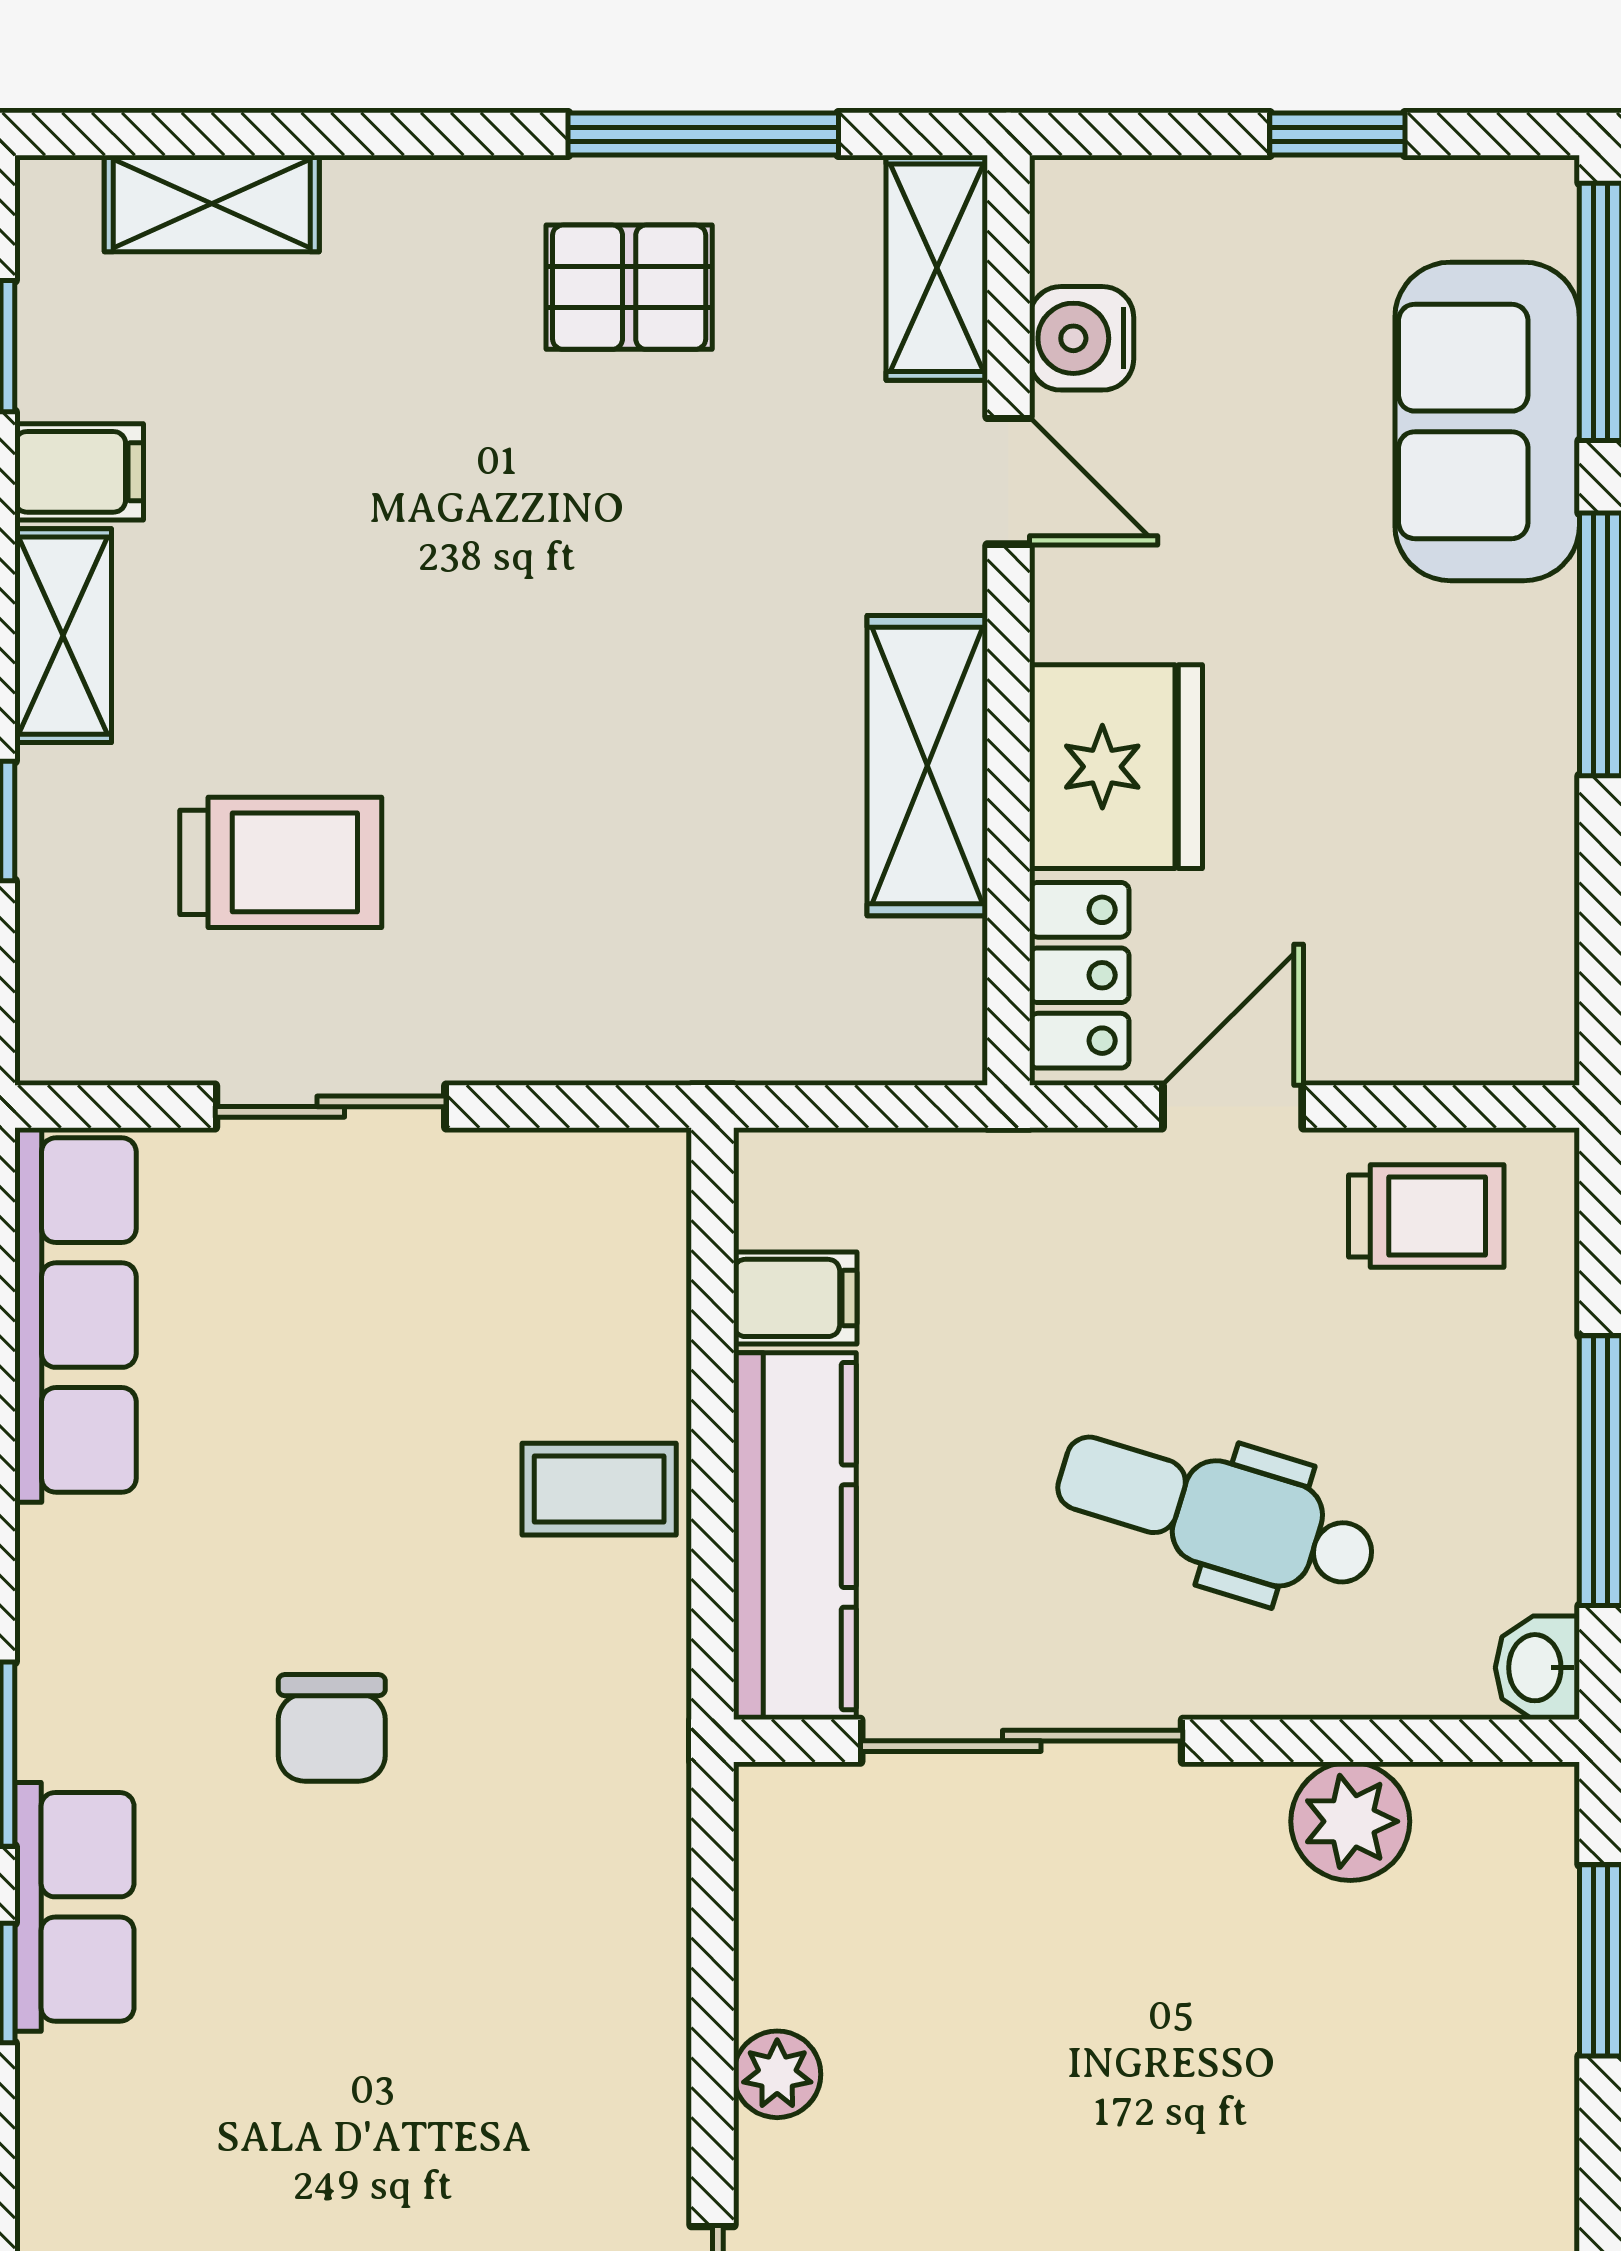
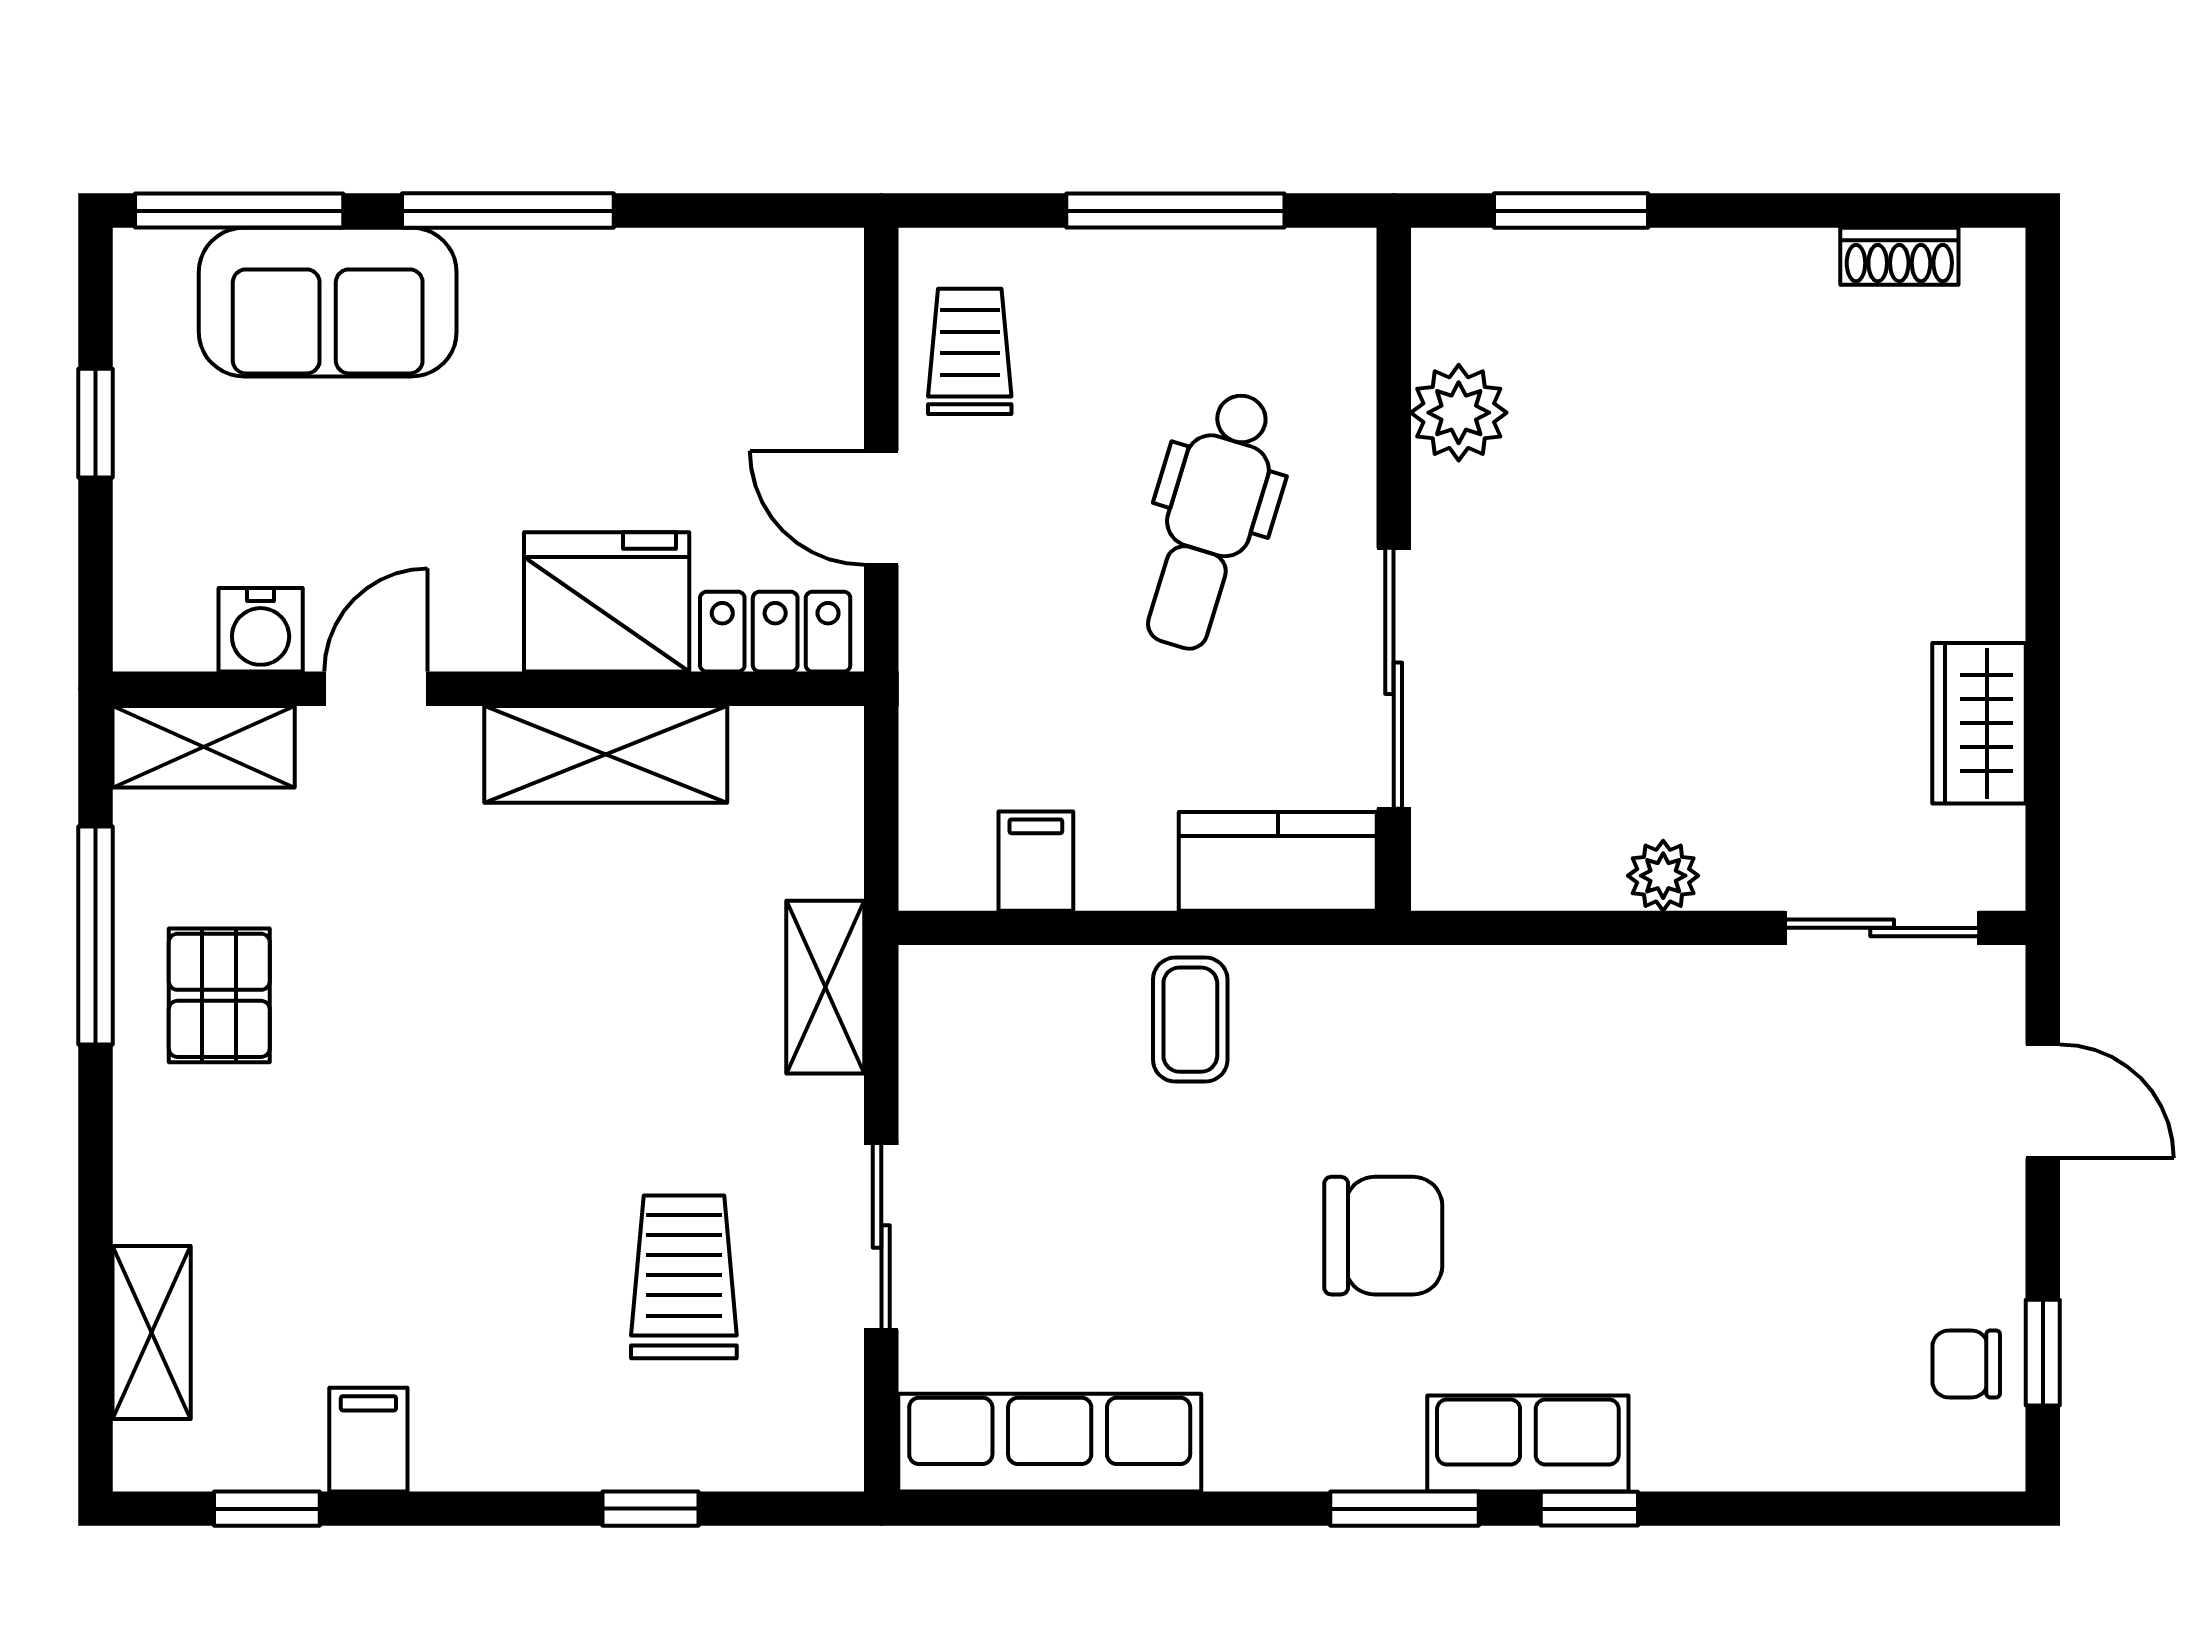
shelving: (63, 636) -> (825, 987), moved, turned 90
kitchen counter: (795, 1536) -> (1278, 861), width x0.67
washbasin: (1537, 1668) -> (1335, 262), removed
chair: (332, 1728) -> (1383, 1236), width x1.37, depth x1.37

